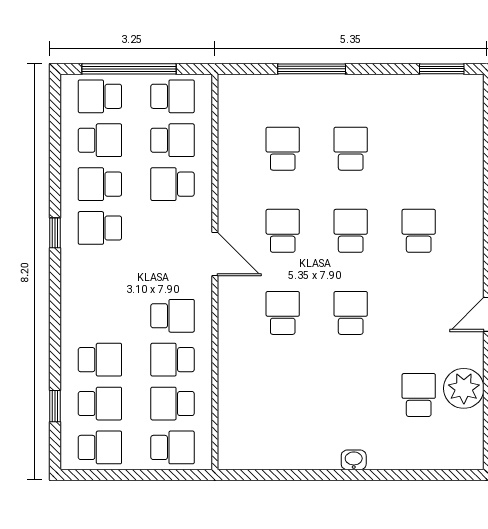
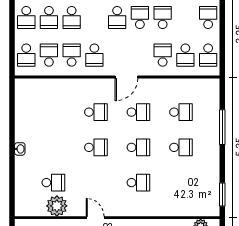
window: (129, 69) -> (222, 33), removed
school desk: (100, 140) -> (117, 17), moved

